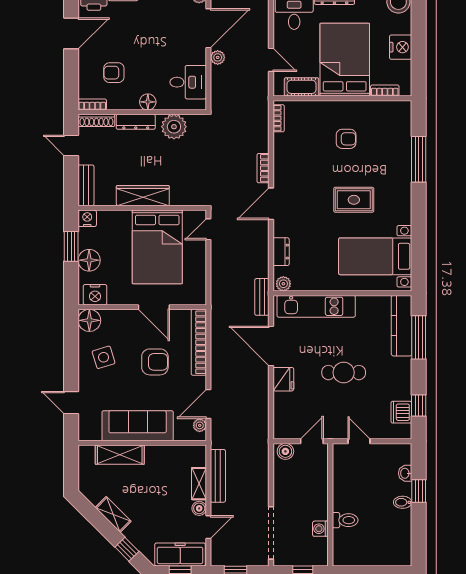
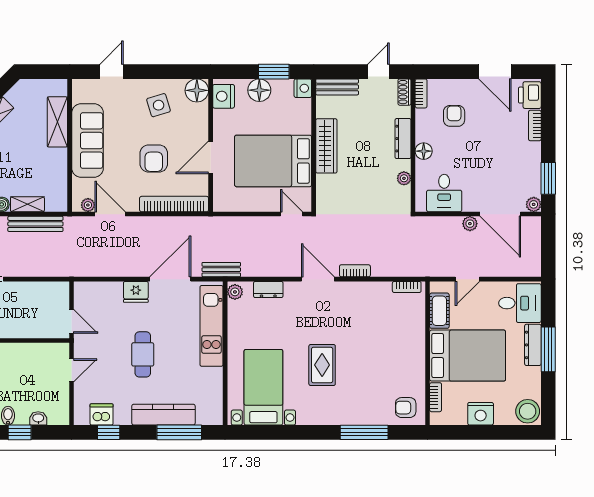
shoe rack: (96, 120) -> (404, 92), width x0.70
plant: (174, 127) -> (404, 178), width x0.53, depth x0.53
armchair: (346, 139) -> (406, 408), moved, turned 90
kitchen counter: (402, 326) -> (163, 415), moved
boiler: (285, 451) -> (61, 294), removed

